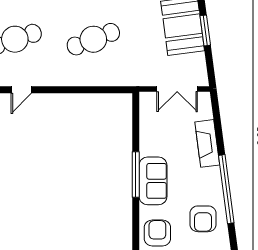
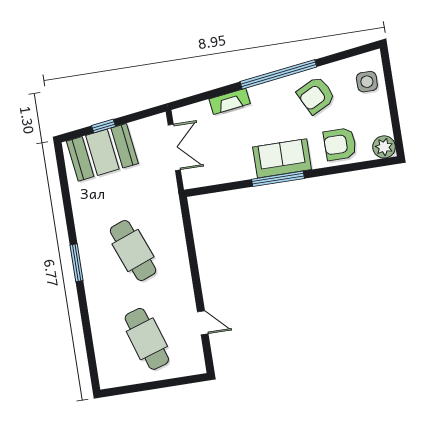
window: (205, 30) -> (103, 126), width x0.67
fireplace: (207, 143) -> (230, 101), width x0.73, depth x0.76
armchair: (203, 219) -> (316, 95), turned 153

